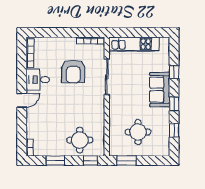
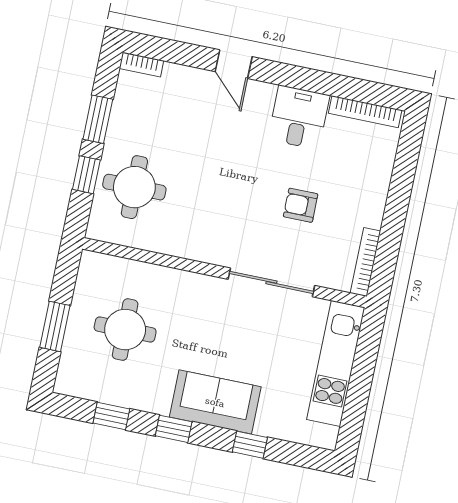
armchair: (73, 71) -> (301, 205), width x0.53, depth x0.53
door: (22, 100) -> (234, 64), moved
window: (91, 161) -> (86, 175), moved
window: (127, 161) -> (55, 326), moved

